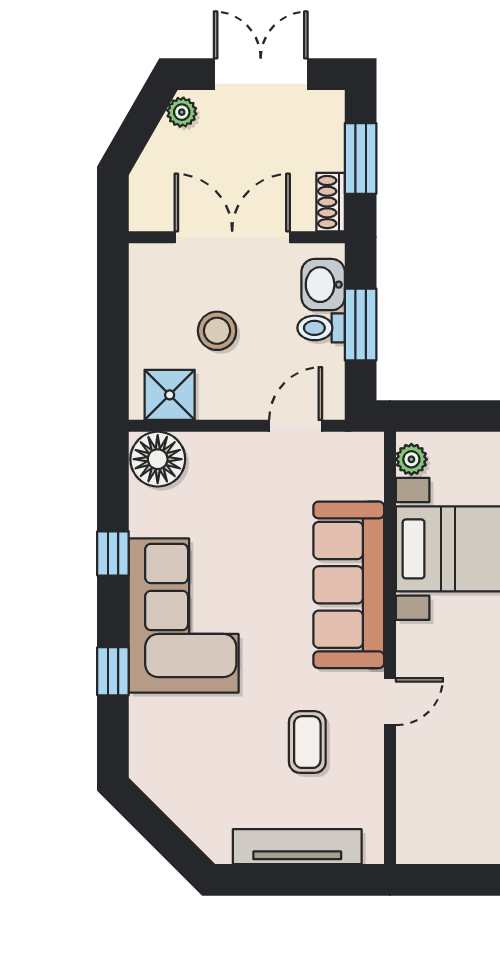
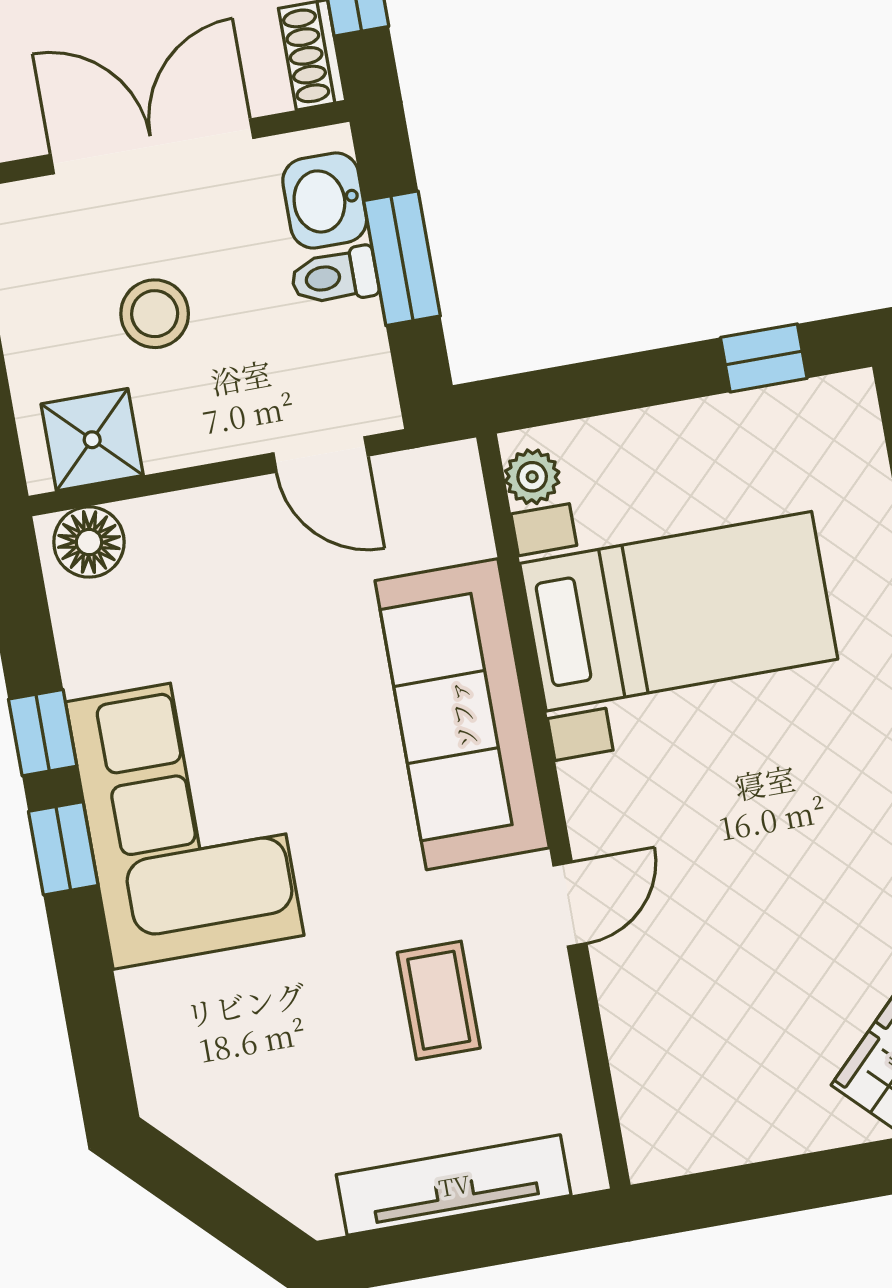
door: (296, 426) -> (321, 454), swing flipped
floor lamp: (158, 459) -> (89, 542), width x0.73, depth x0.73
window: (113, 671) -> (63, 848), moved

